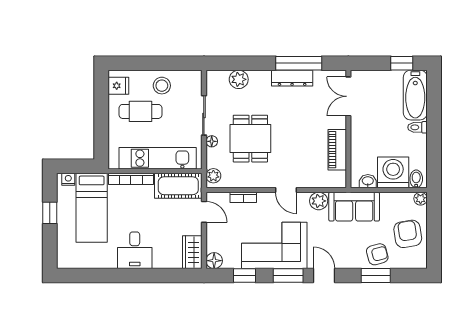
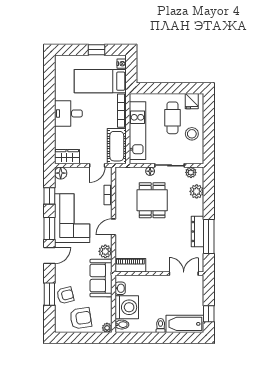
dining table: (250, 139) -> (152, 200), turned 90
piano: (337, 150) -> (130, 265), moved
plant: (213, 176) -> (191, 172), moved
armchair: (377, 254) -> (65, 295), turned -89

